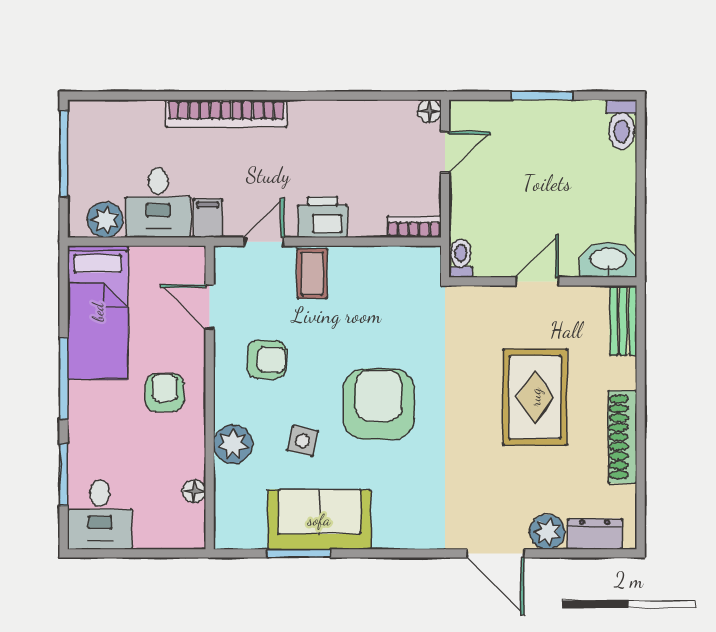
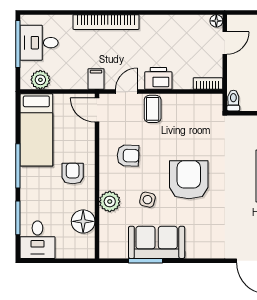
desk: (158, 203) -> (39, 43), moved, turned 90
door: (210, 307) -> (97, 110), moved
floor lamp: (194, 491) -> (83, 221), width x1.89, depth x1.89

